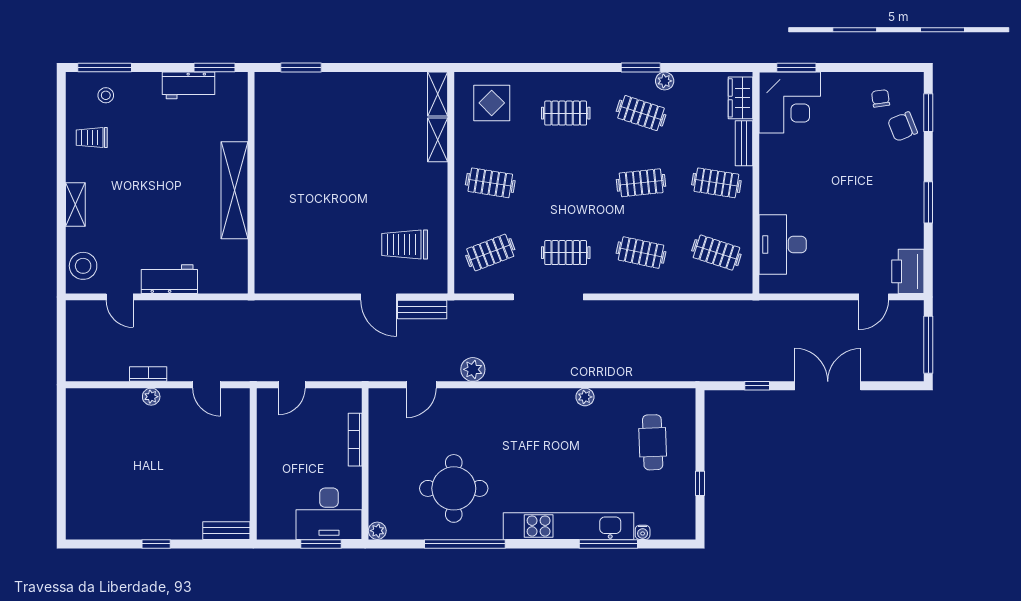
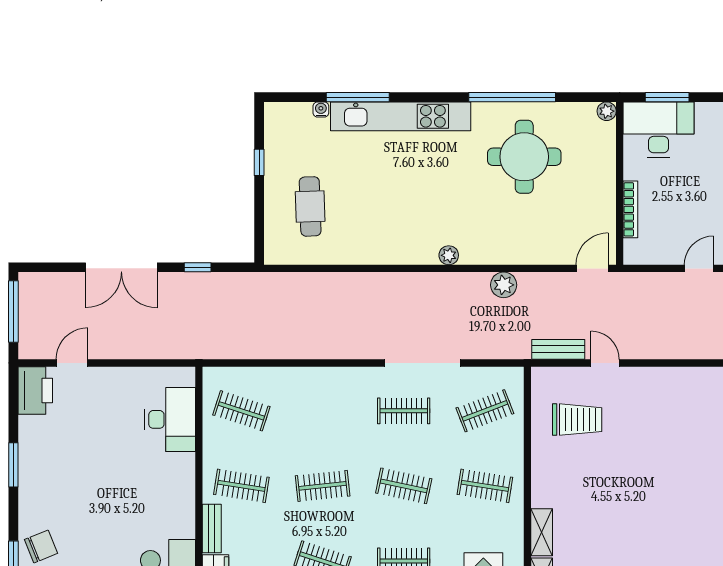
clothes rail: (641, 253) -> (404, 486), moved
door: (379, 297) -> (605, 363), width x0.73
door: (421, 385) -> (592, 268), moved
plant: (585, 397) -> (449, 255), moved

